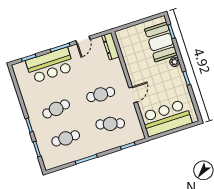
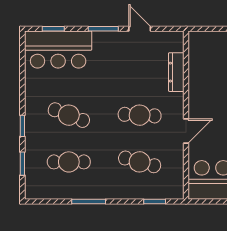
door: (83, 40) -> (140, 29), swing flipped
dresser: (110, 46) -> (176, 72), moved
bar counter: (50, 65) -> (58, 50), moved
cafe table: (56, 109) -> (69, 115), turned 30

